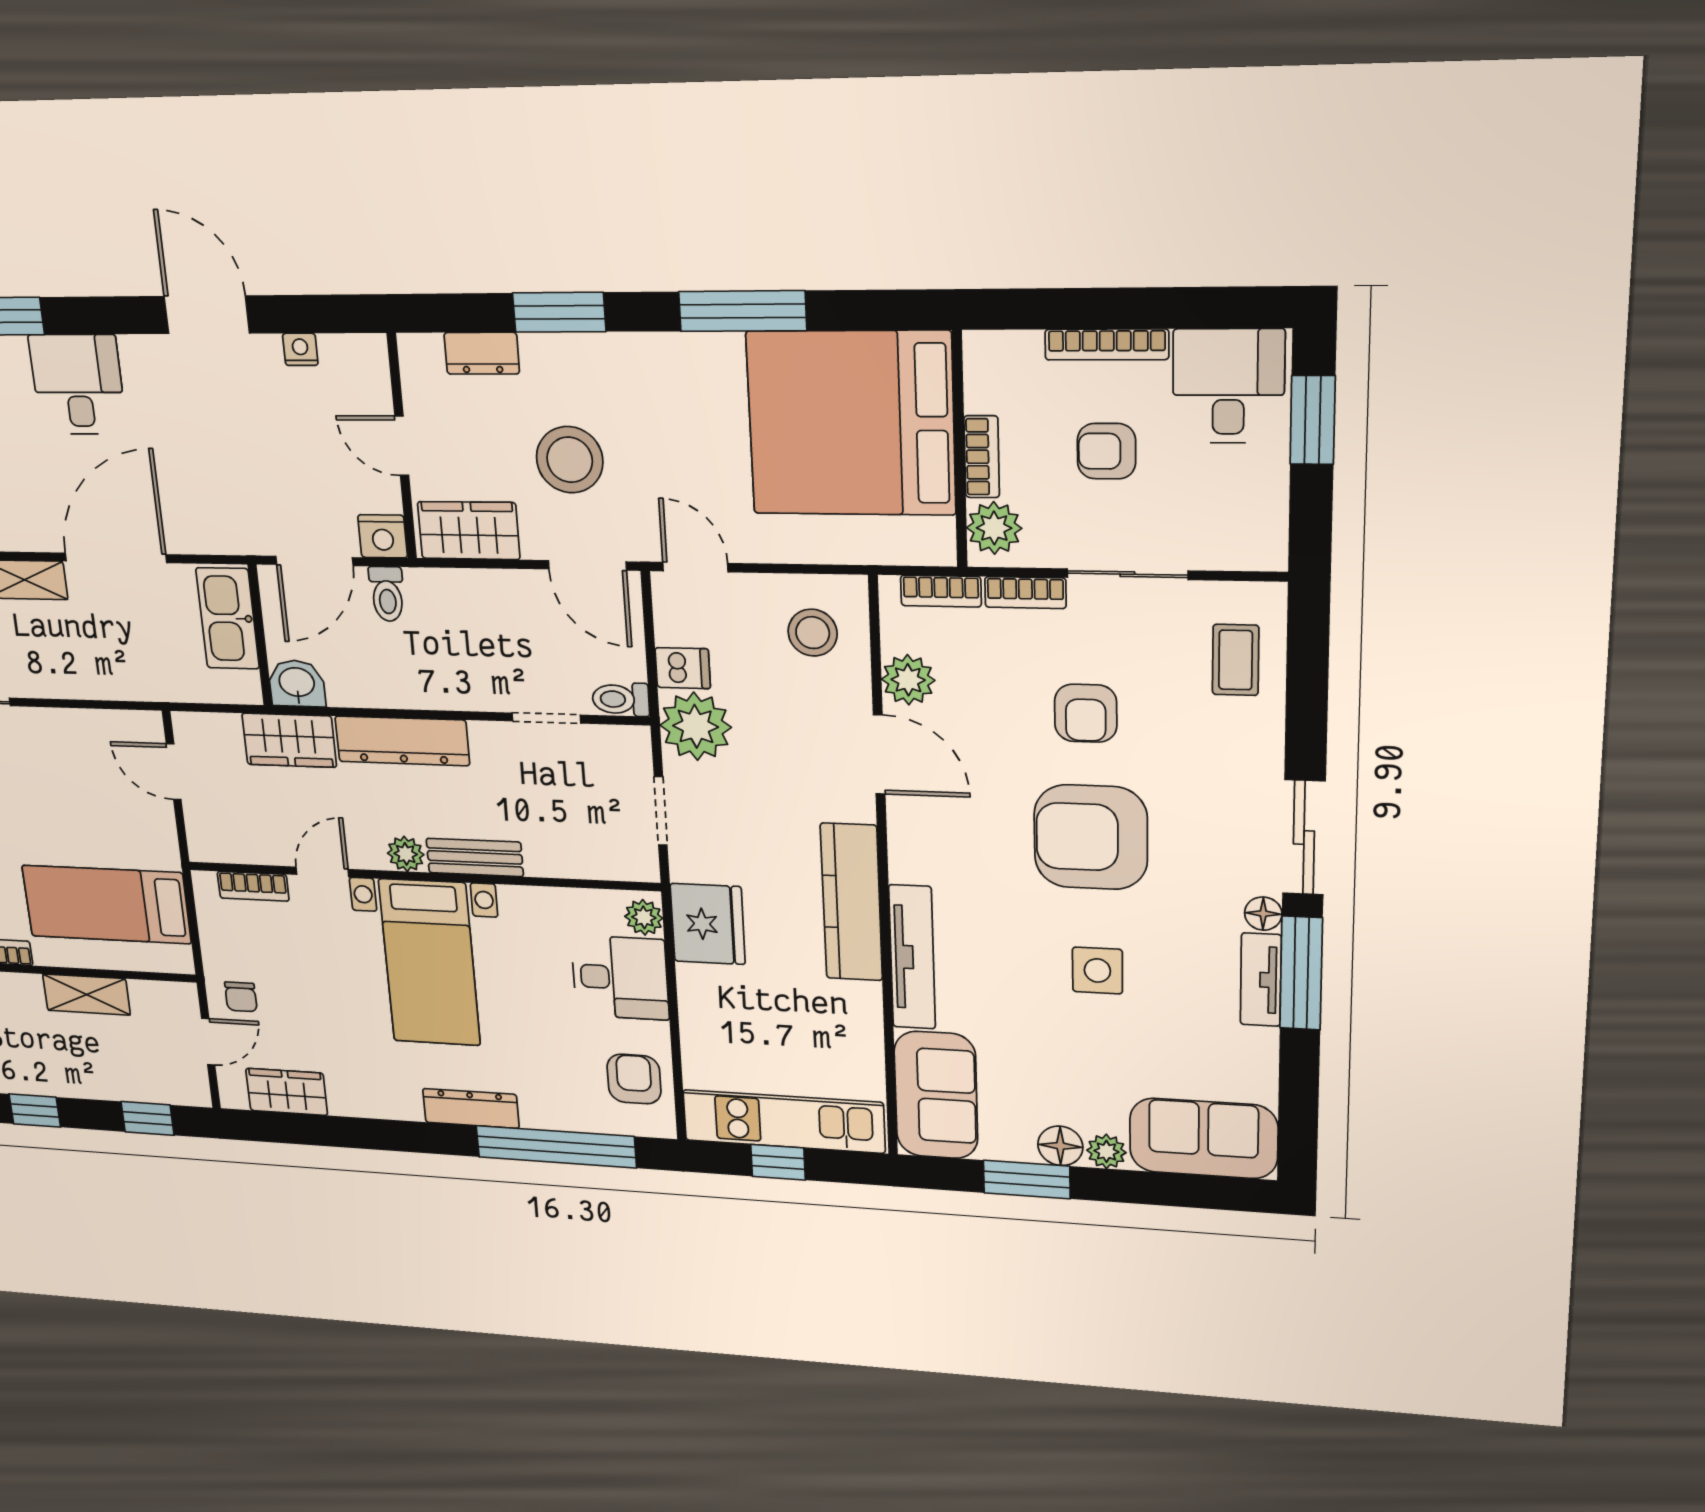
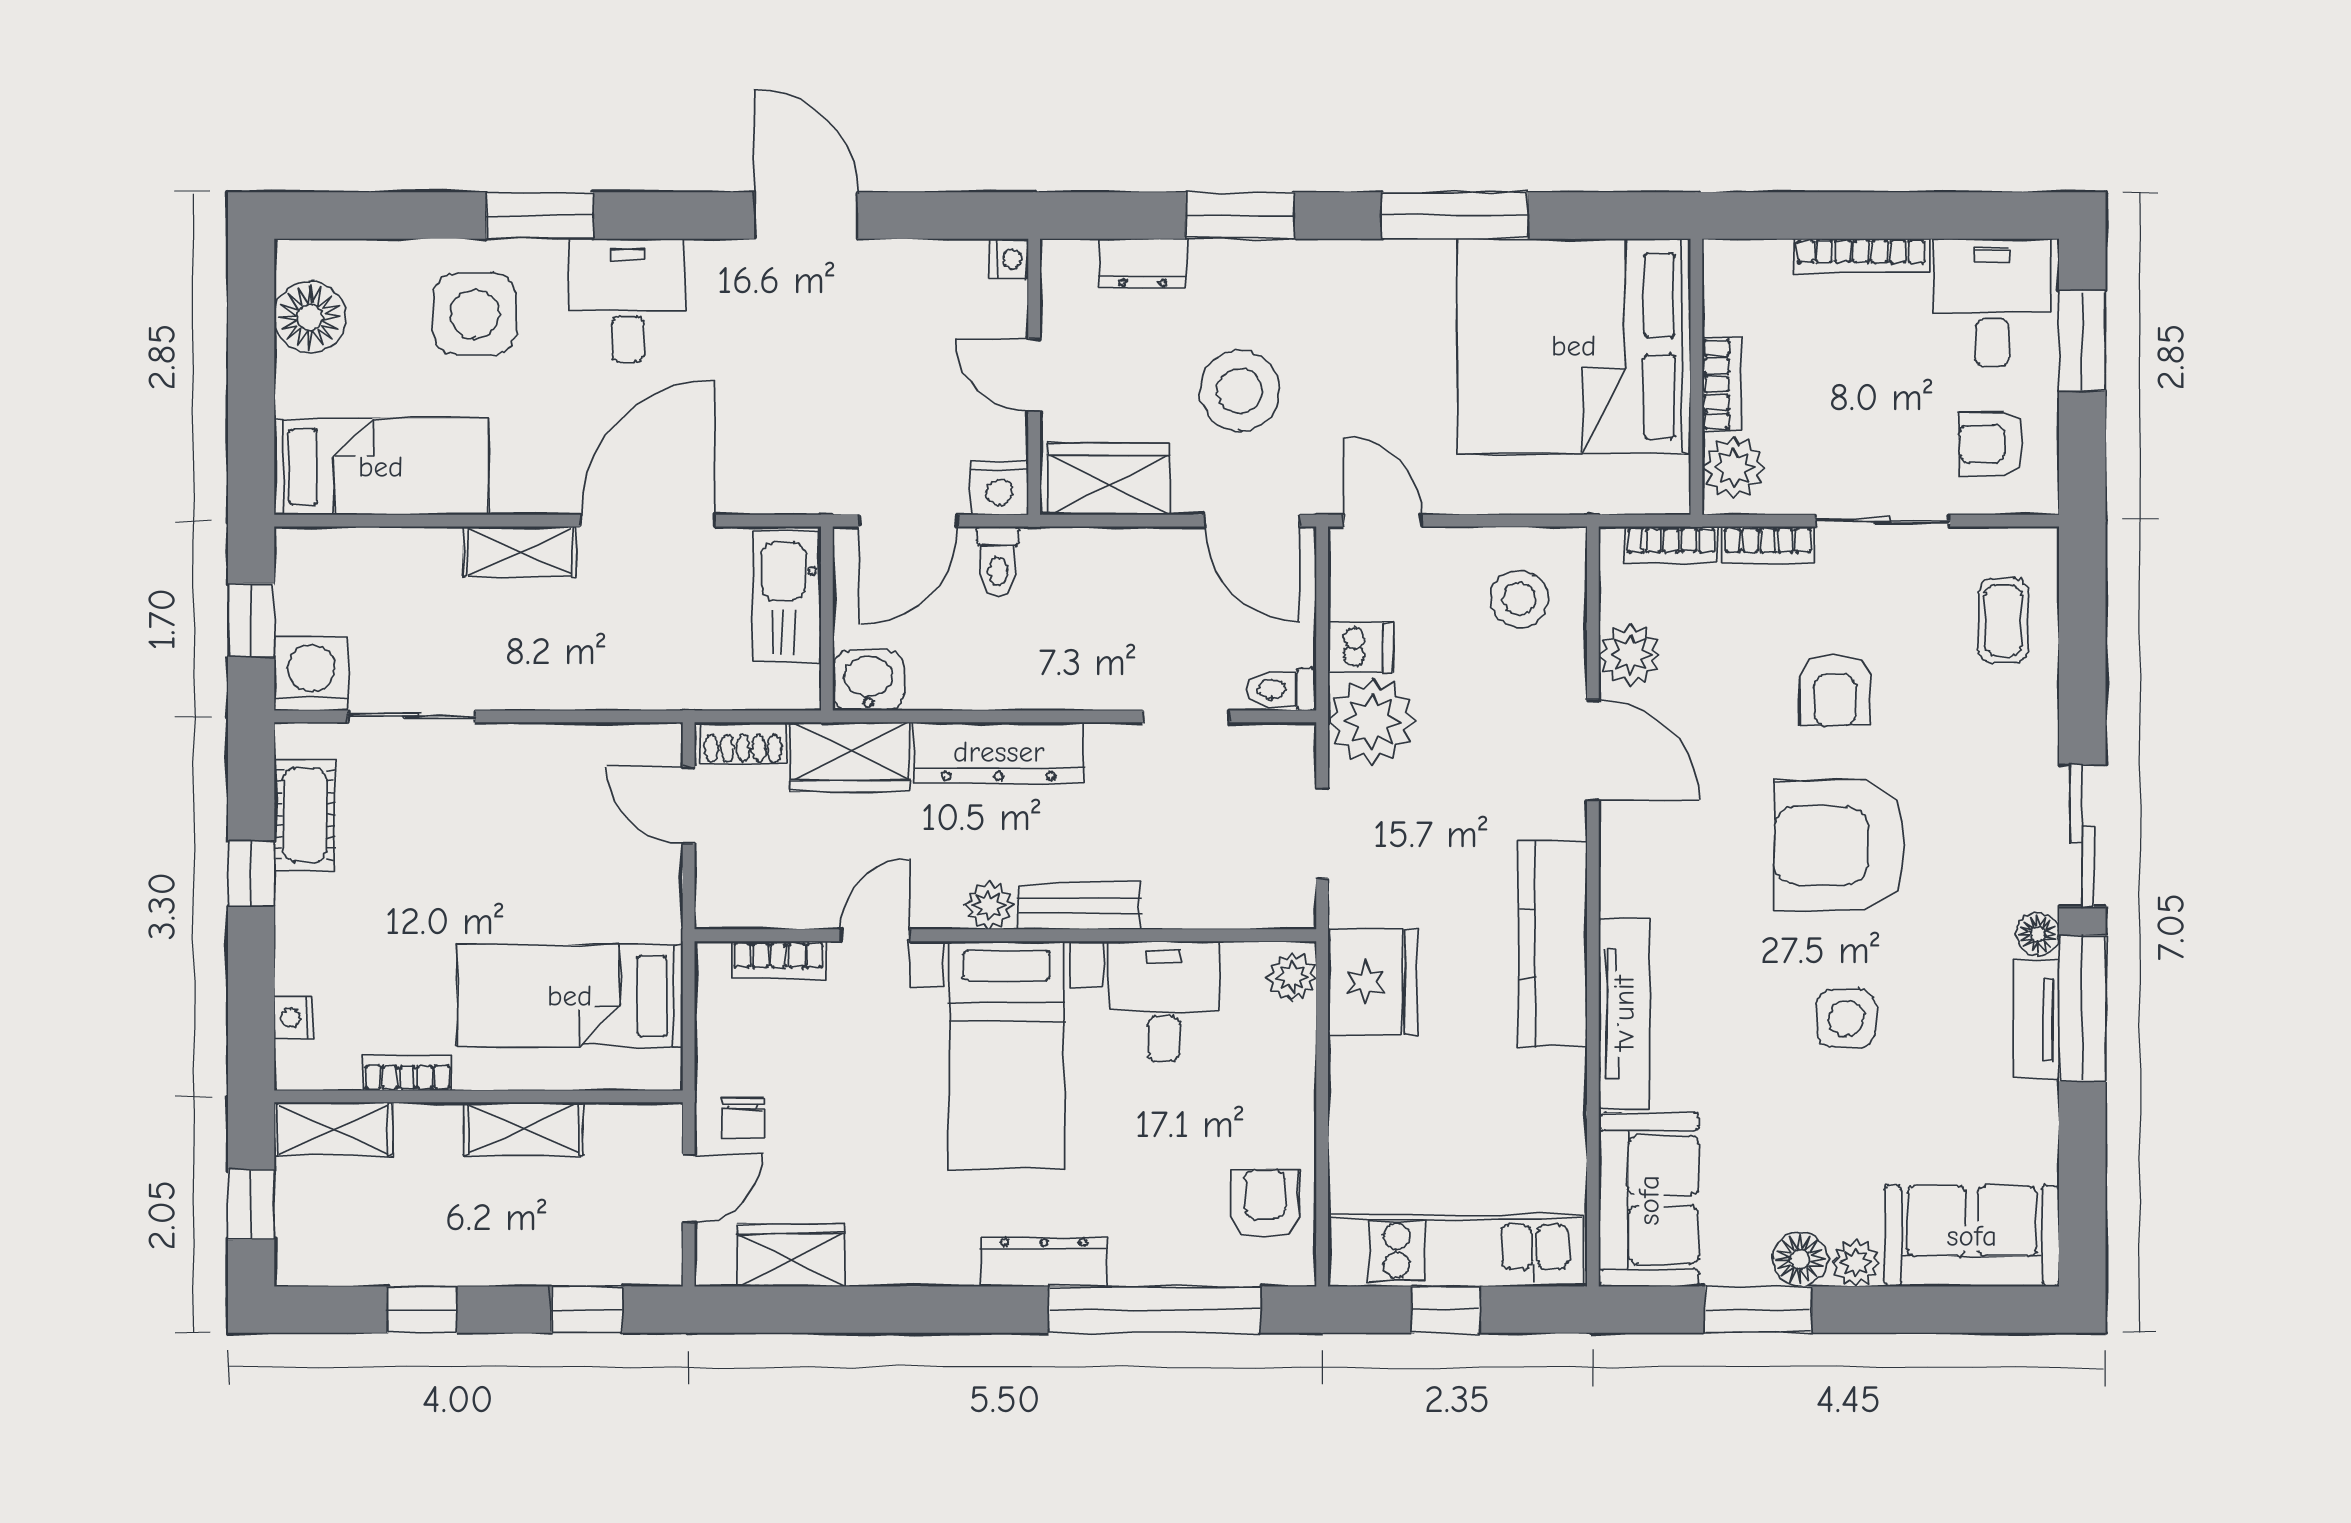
nightstand: (300, 349) -> (1009, 259), moved, turned 90
armchair: (1106, 451) -> (1991, 444), moved
shoe rack: (208, 728) -> (743, 743), added
desk: (620, 978) -> (1164, 1001), moved, turned -90

